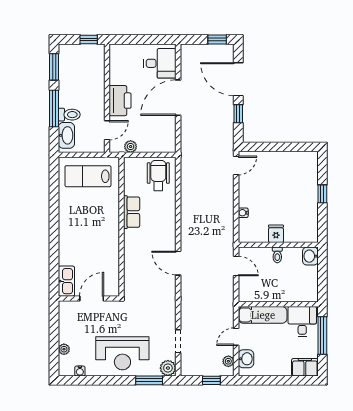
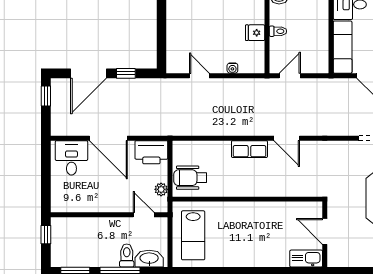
printer: (120, 101) -> (151, 152), moved, turned 180
door: (236, 165) -> (199, 76), moved
wheelchair: (158, 175) -> (190, 178), moved
row of seats: (132, 212) -> (249, 149), moved, turned 180
door: (178, 263) -> (287, 138), hinge flipped

